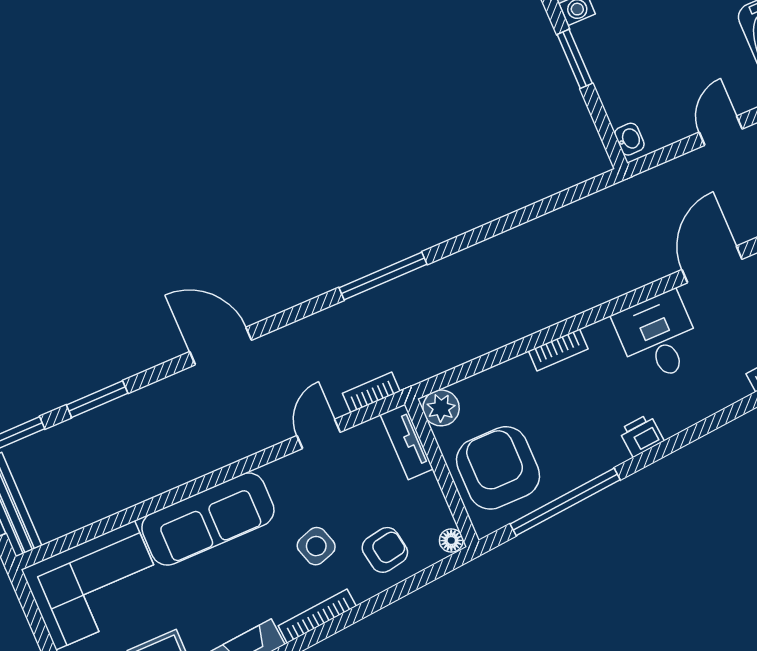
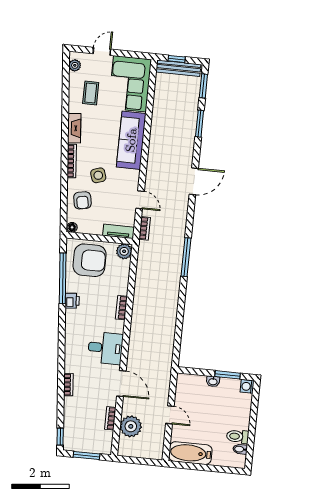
washbasin: (629, 139) -> (213, 381), moved
printer: (641, 435) -> (72, 301), moved

